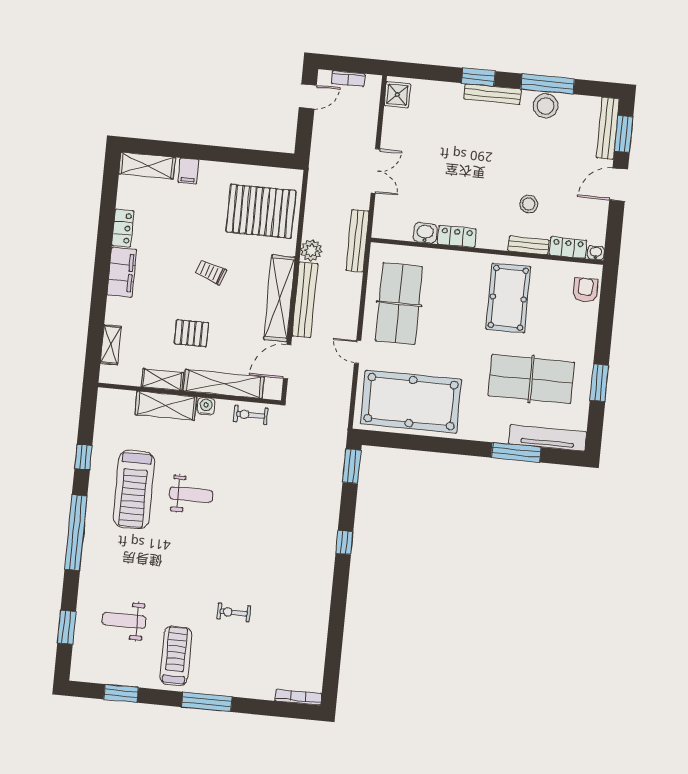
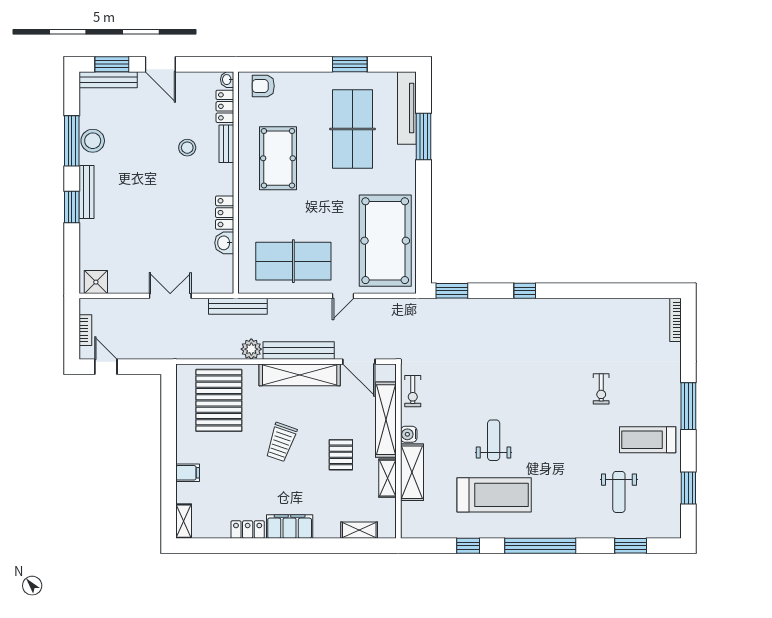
shelving: (147, 166) -> (184, 521), width x0.67, depth x0.75
trolley: (211, 272) -> (281, 442), width x1.36, depth x1.39
pool table: (508, 298) -> (278, 158), turned 90

